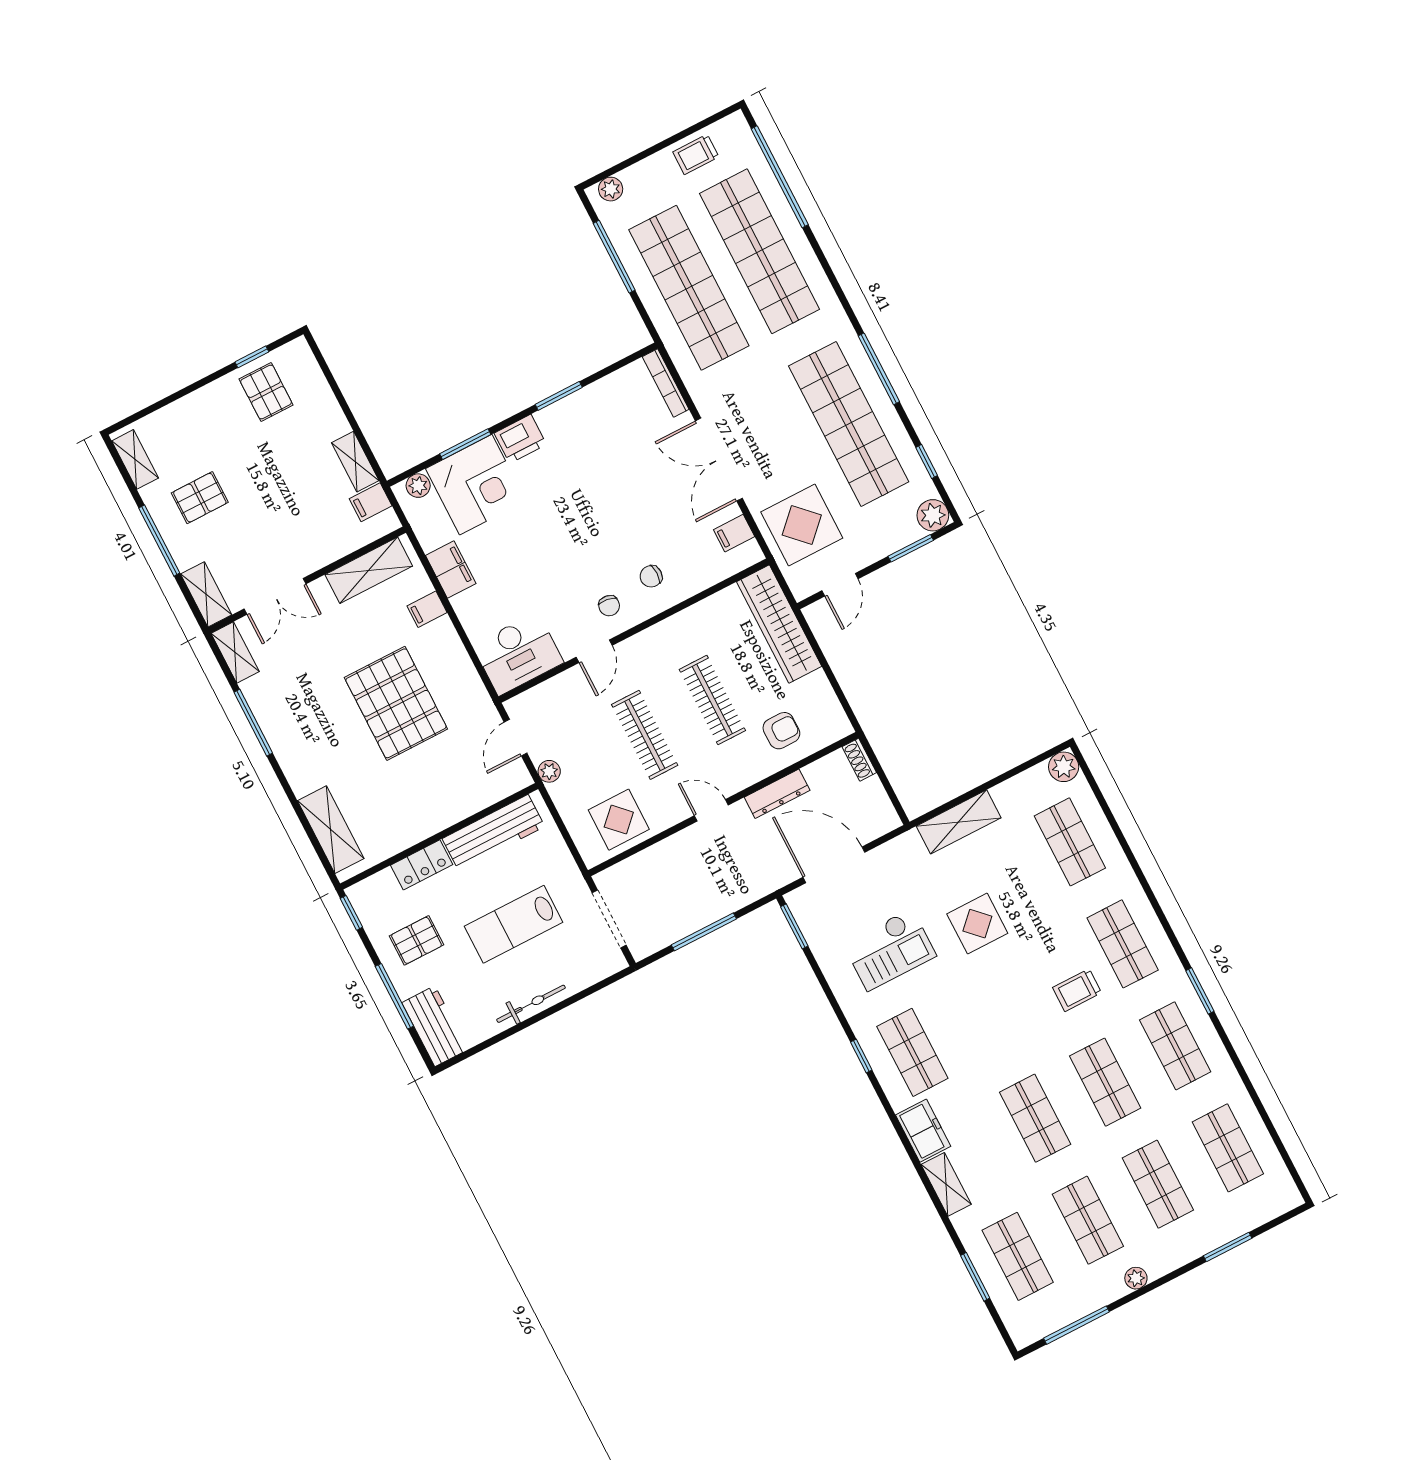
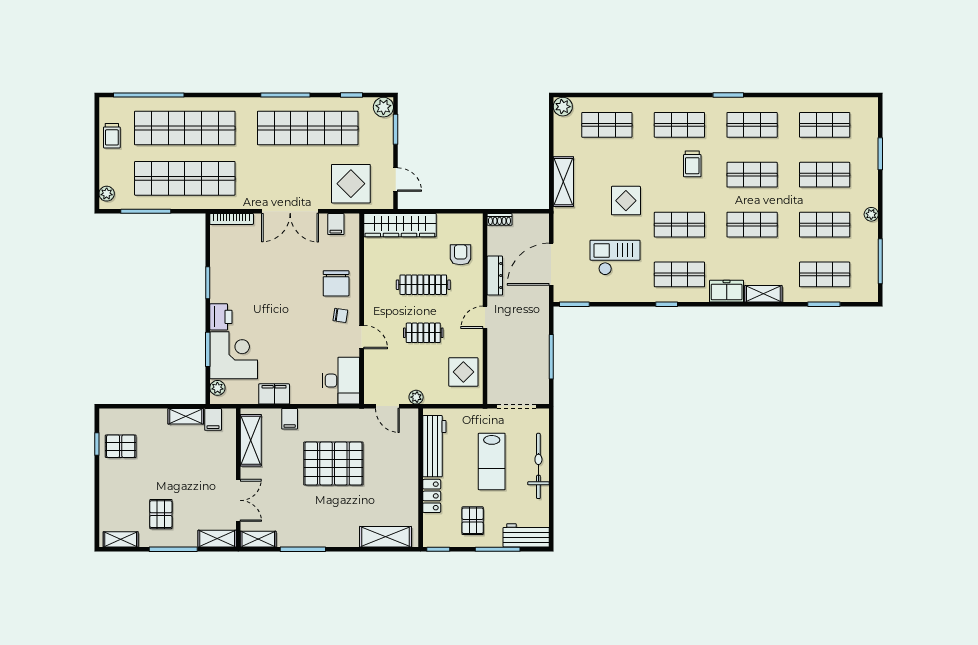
chair: (651, 576) -> (336, 283), width x1.87, depth x1.87
clothes rail: (645, 735) -> (423, 333), width x0.73
checkout: (890, 950) -> (615, 257), turned -90
bicycle: (531, 1004) -> (538, 466), width x1.37, depth x1.40
shop shelf: (982, 1016) -> (679, 225), added

